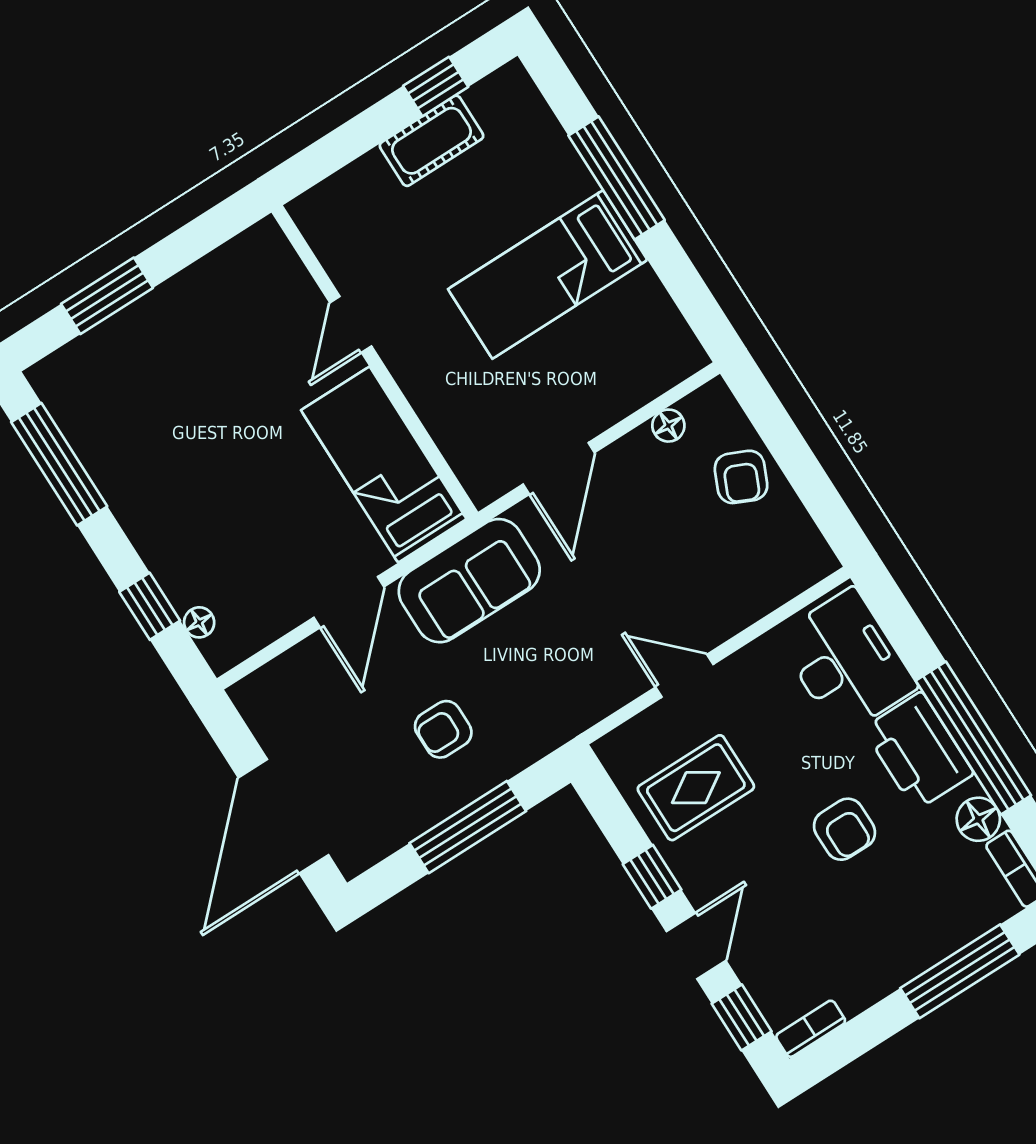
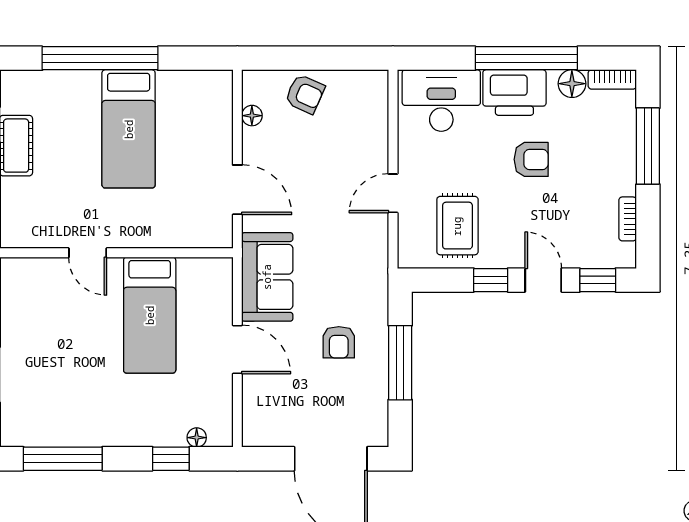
window: (617, 178) -> (100, 58), width x1.46
bed: (384, 465) -> (150, 315), moved, turned -90
bookcase: (811, 1029) -> (628, 219), moved

